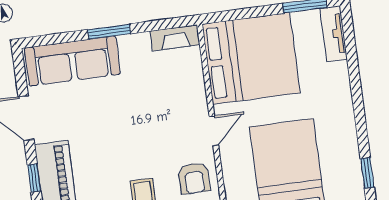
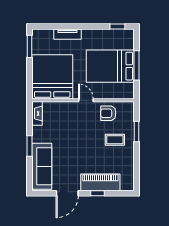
tv unit: (334, 34) -> (67, 34), moved
armchair: (194, 178) -> (108, 113), turned 180

